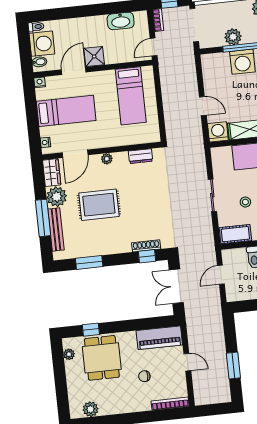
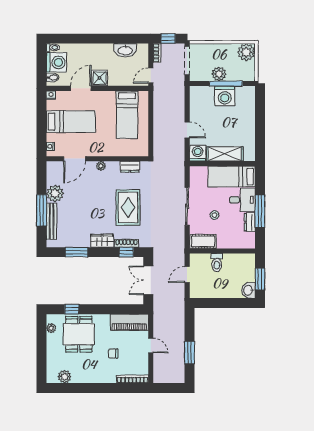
wardrobe: (52, 173) -> (102, 241), moved, turned -90
sliding door: (212, 195) -> (187, 206), width x1.37
rug: (99, 205) -> (128, 207), moved, turned 90

